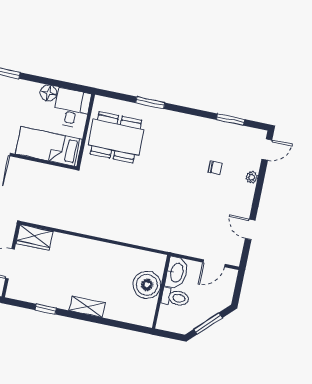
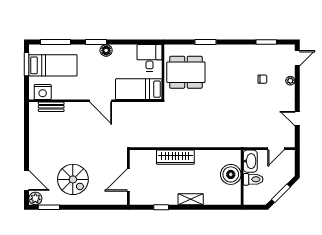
floor lamp: (48, 93) -> (106, 50), moved
wardrobe: (34, 237) -> (175, 157), moved, width x1.50

